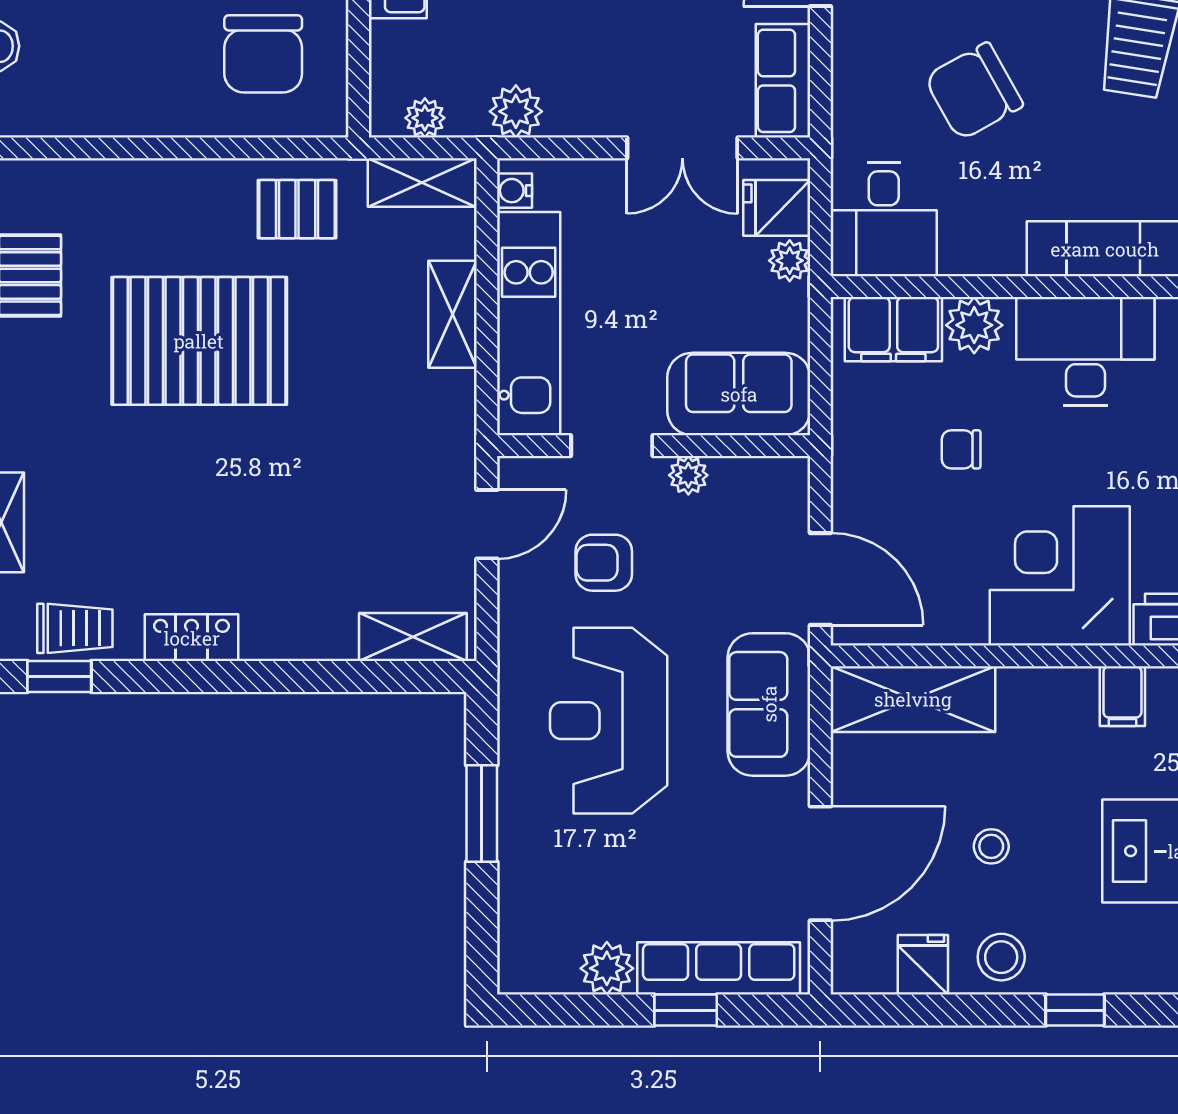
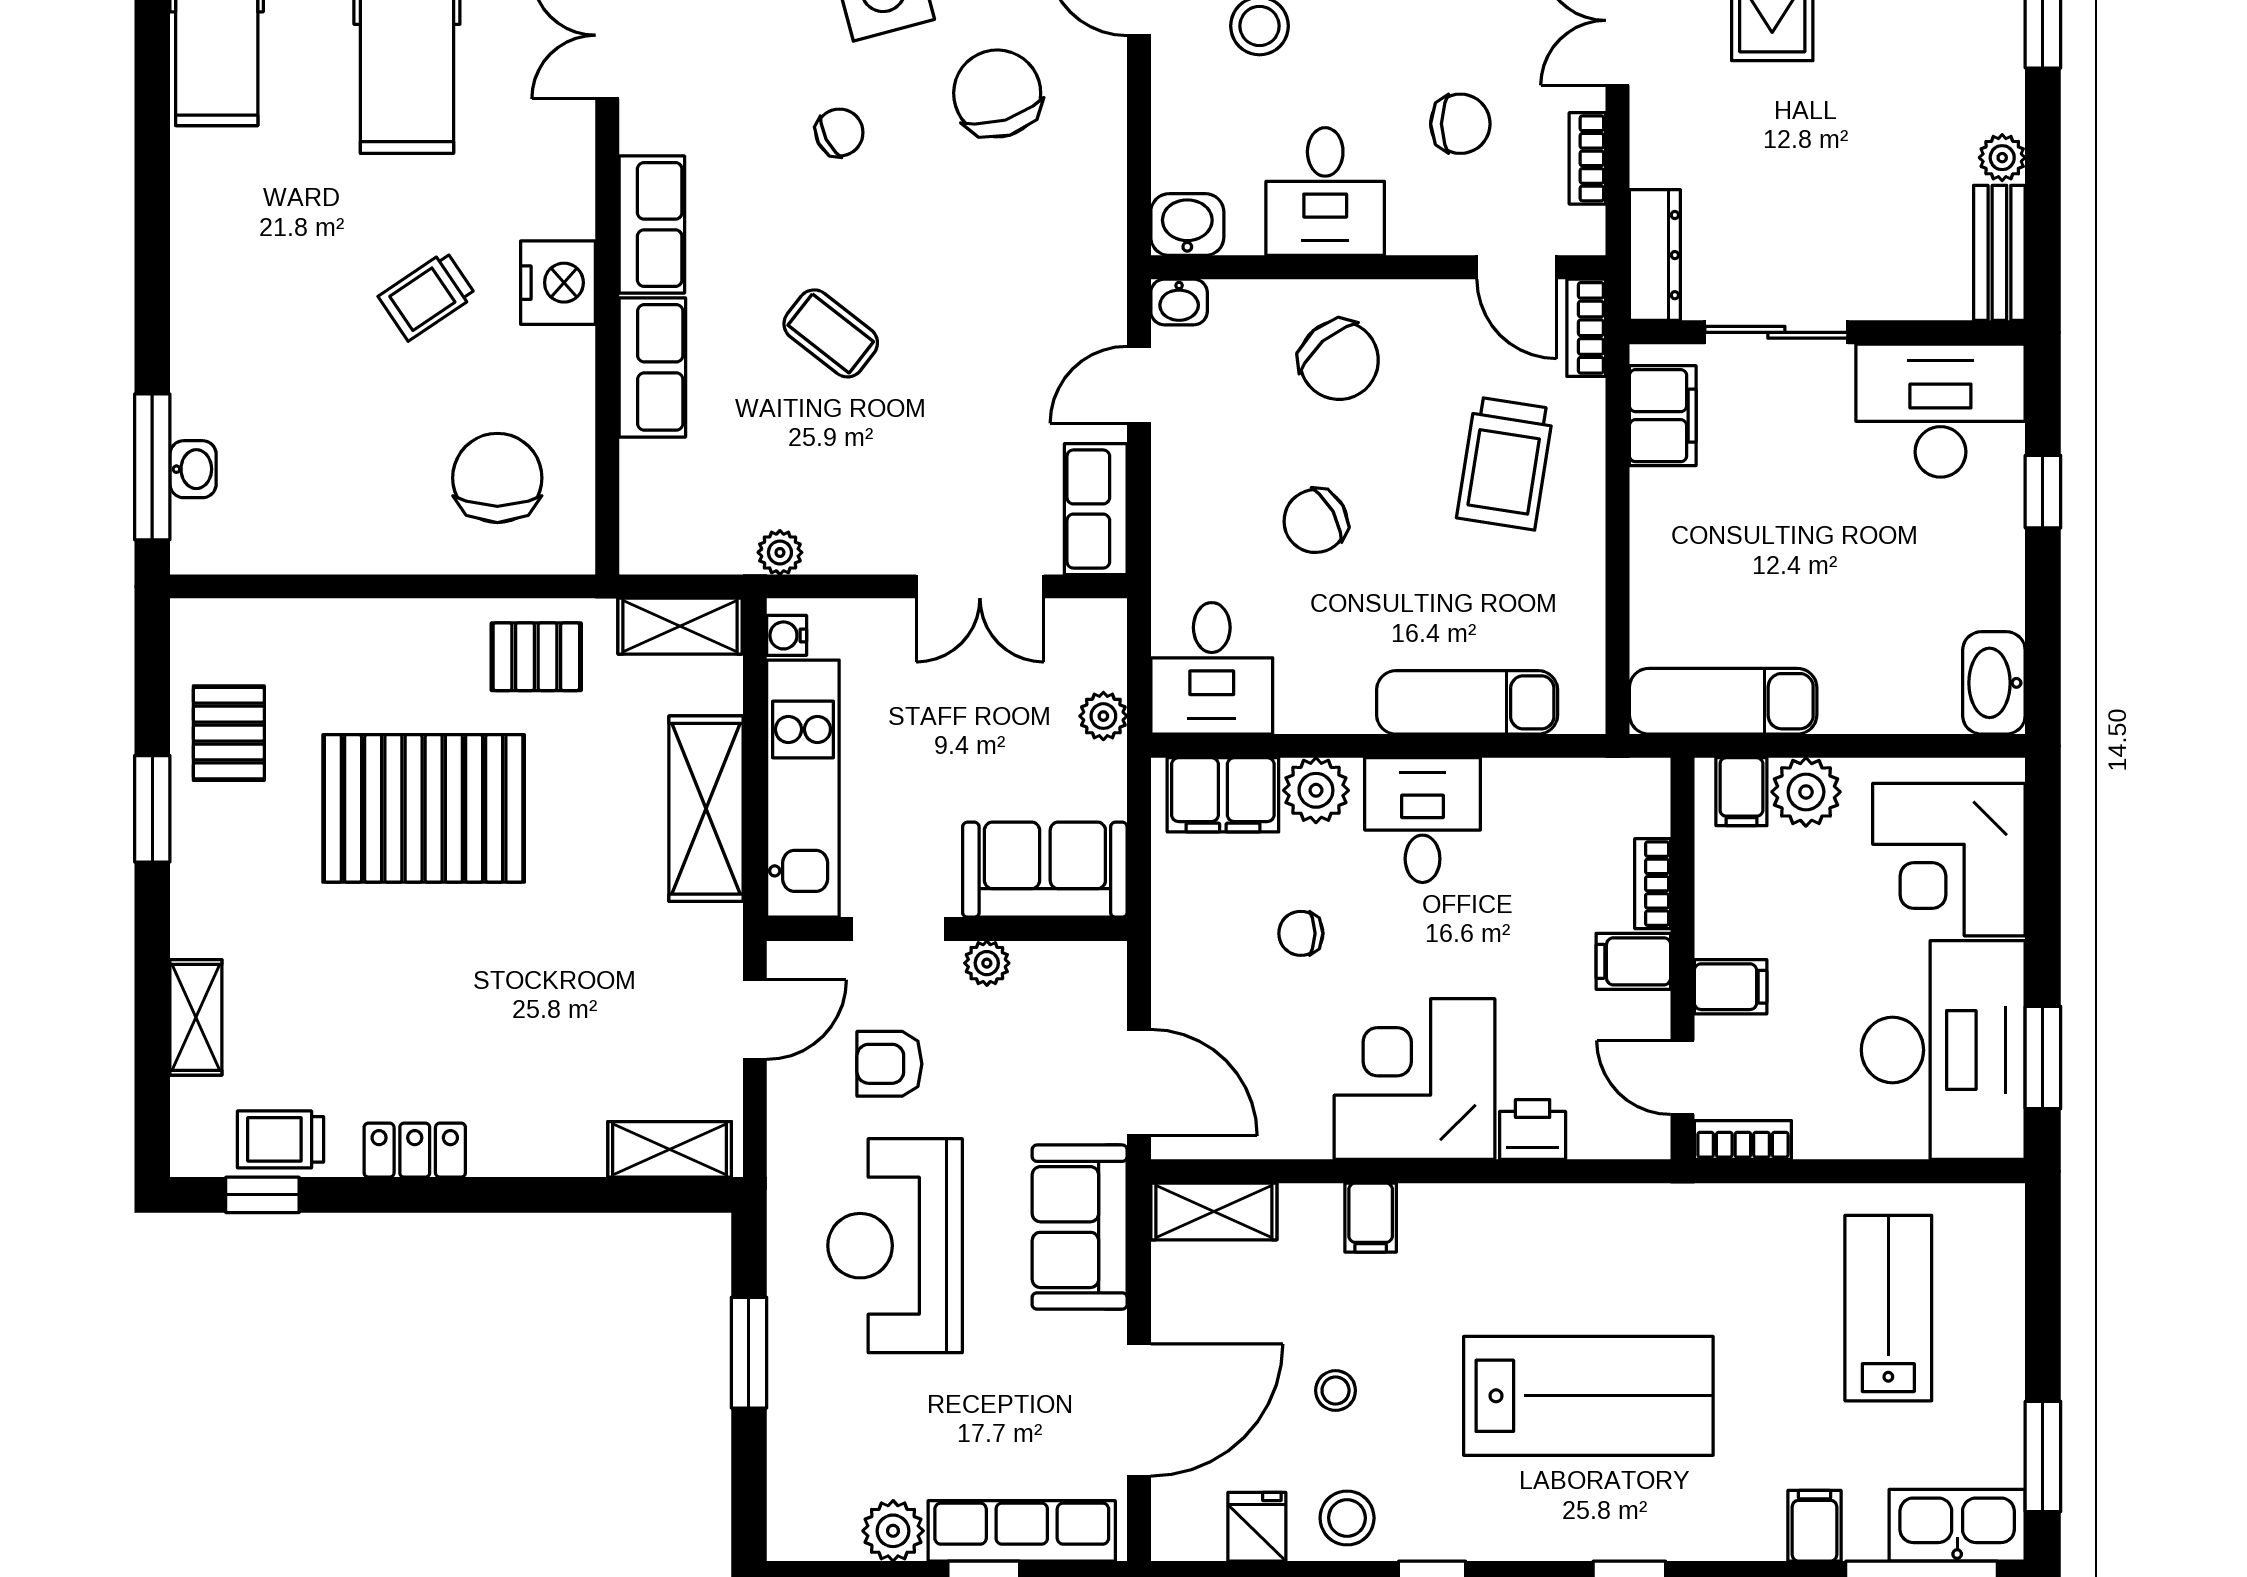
chair: (263, 54) -> (497, 478), turned 180
chair: (974, 91) -> (1315, 521), width x0.73, depth x0.73
plant: (516, 111) -> (780, 552), width x0.73, depth x0.73
plant: (425, 118) -> (684, 552), removed
fridge: (777, 208) -> (1089, 655), removed
shelving: (452, 314) -> (706, 809), width x1.50, depth x1.33
desk: (1085, 351) -> (1423, 820), width x0.73
trolley: (75, 628) -> (280, 1139), turned 180
filing cabinet: (1122, 696) -> (1371, 1218), moved
shelving: (913, 699) -> (1214, 1211), width x0.67, depth x0.75

